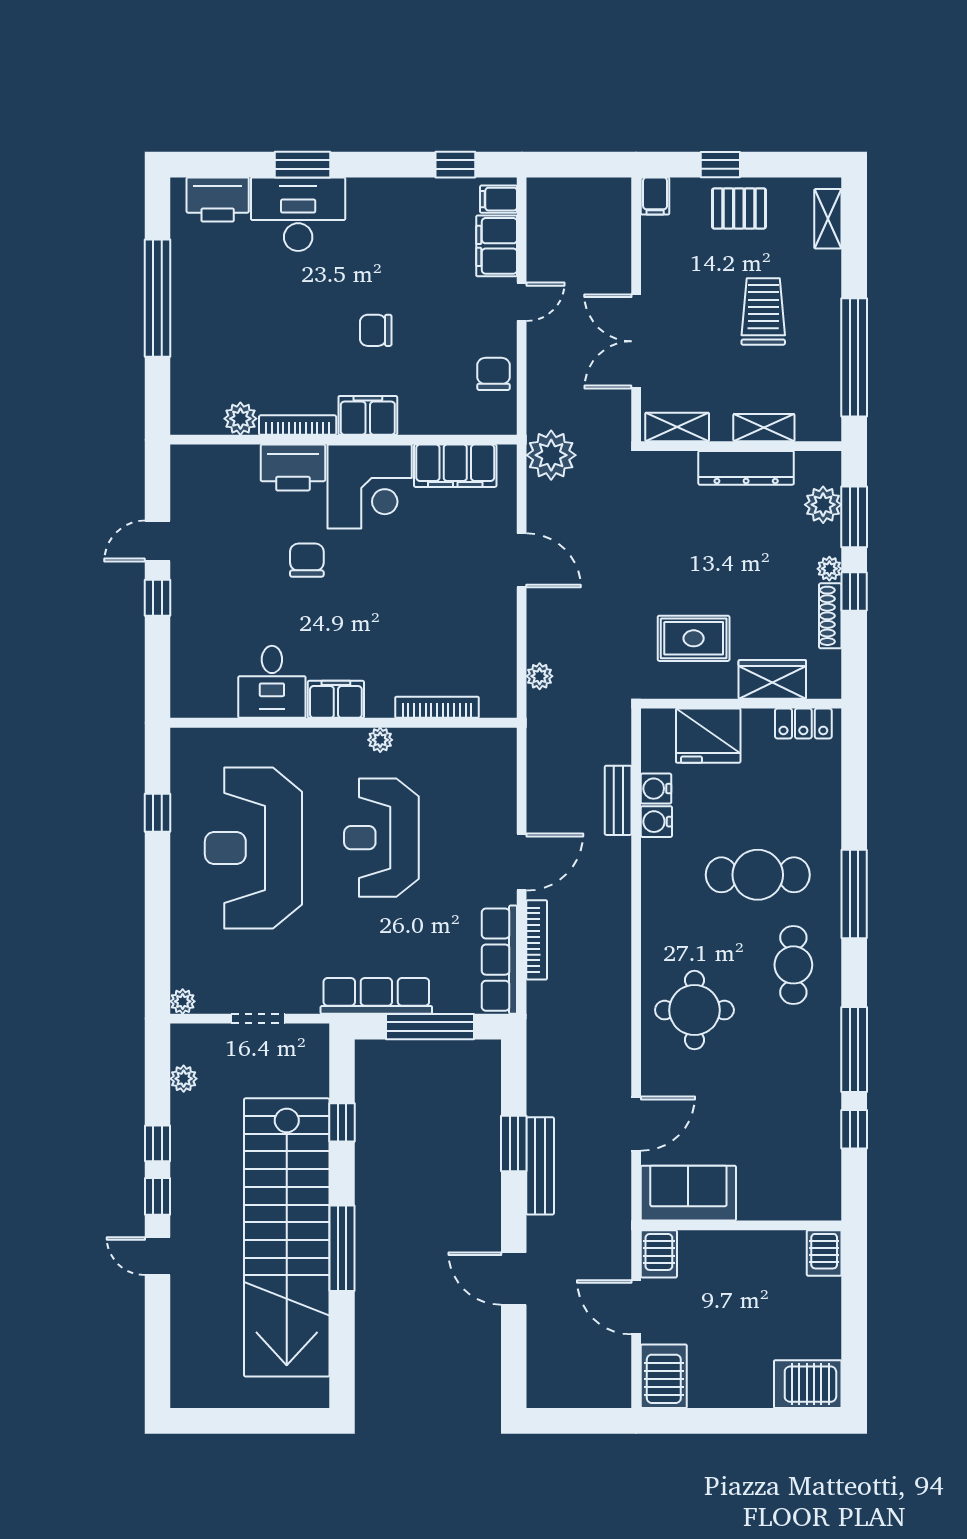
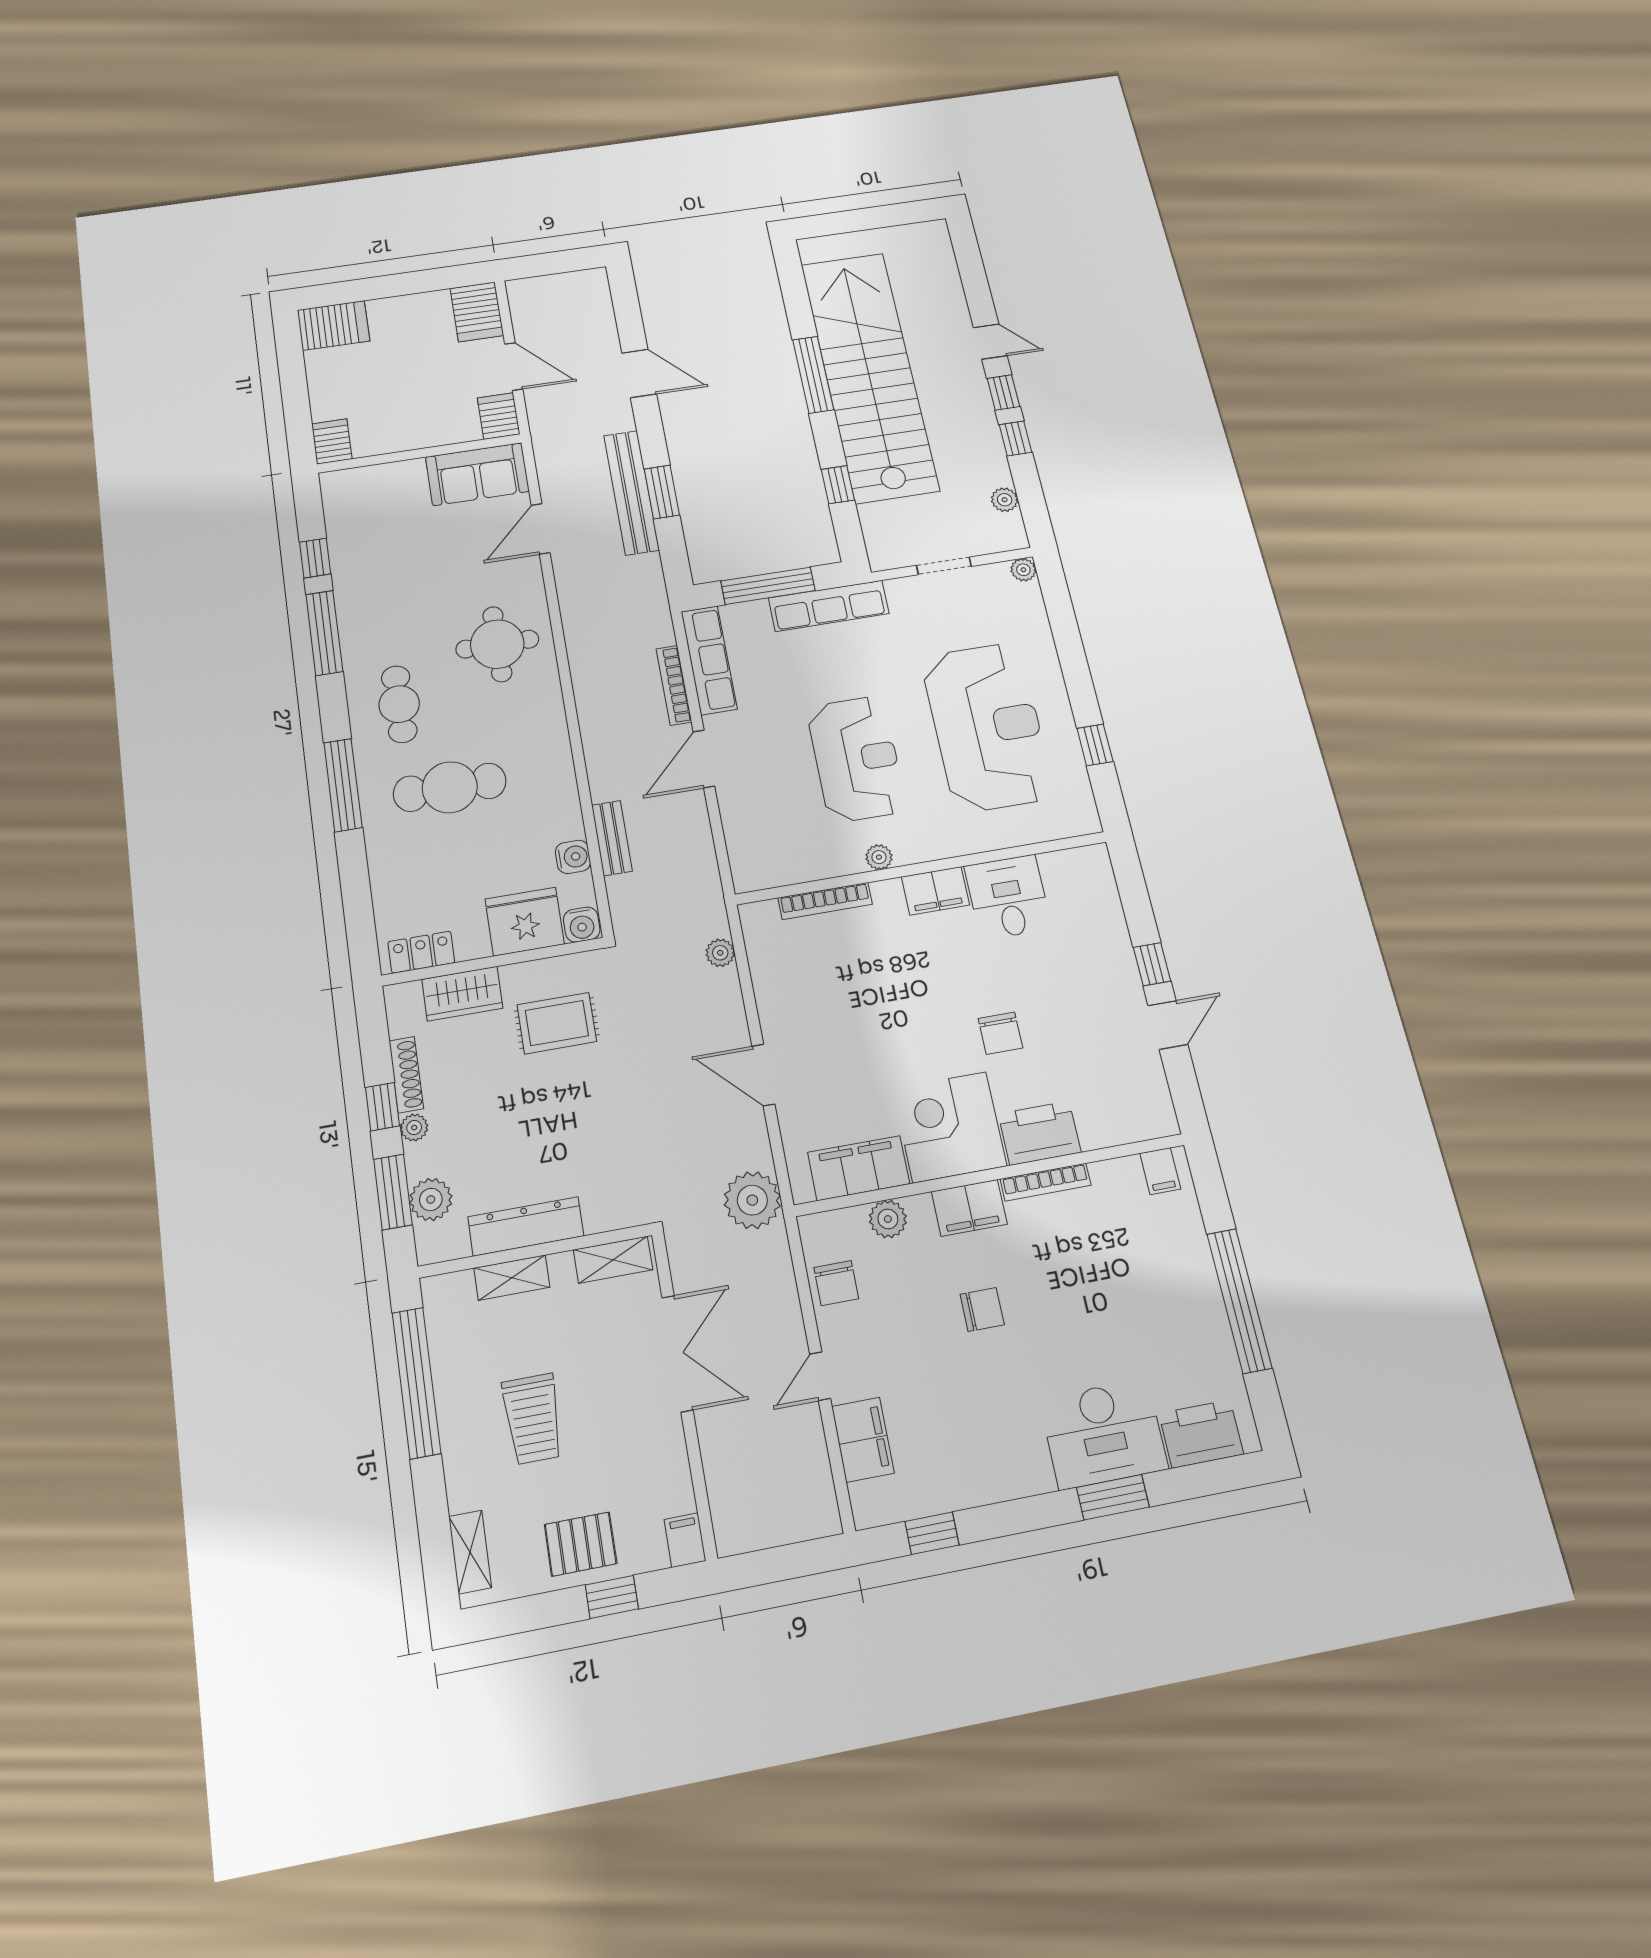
filing cabinet: (499, 199) -> (1160, 1171), moved, turned 90
plant: (240, 419) -> (888, 1219), moved
water cooler: (656, 822) -> (582, 925), moved, turned 90
bench: (540, 1166) -> (631, 492), width x1.37, depth x1.21

